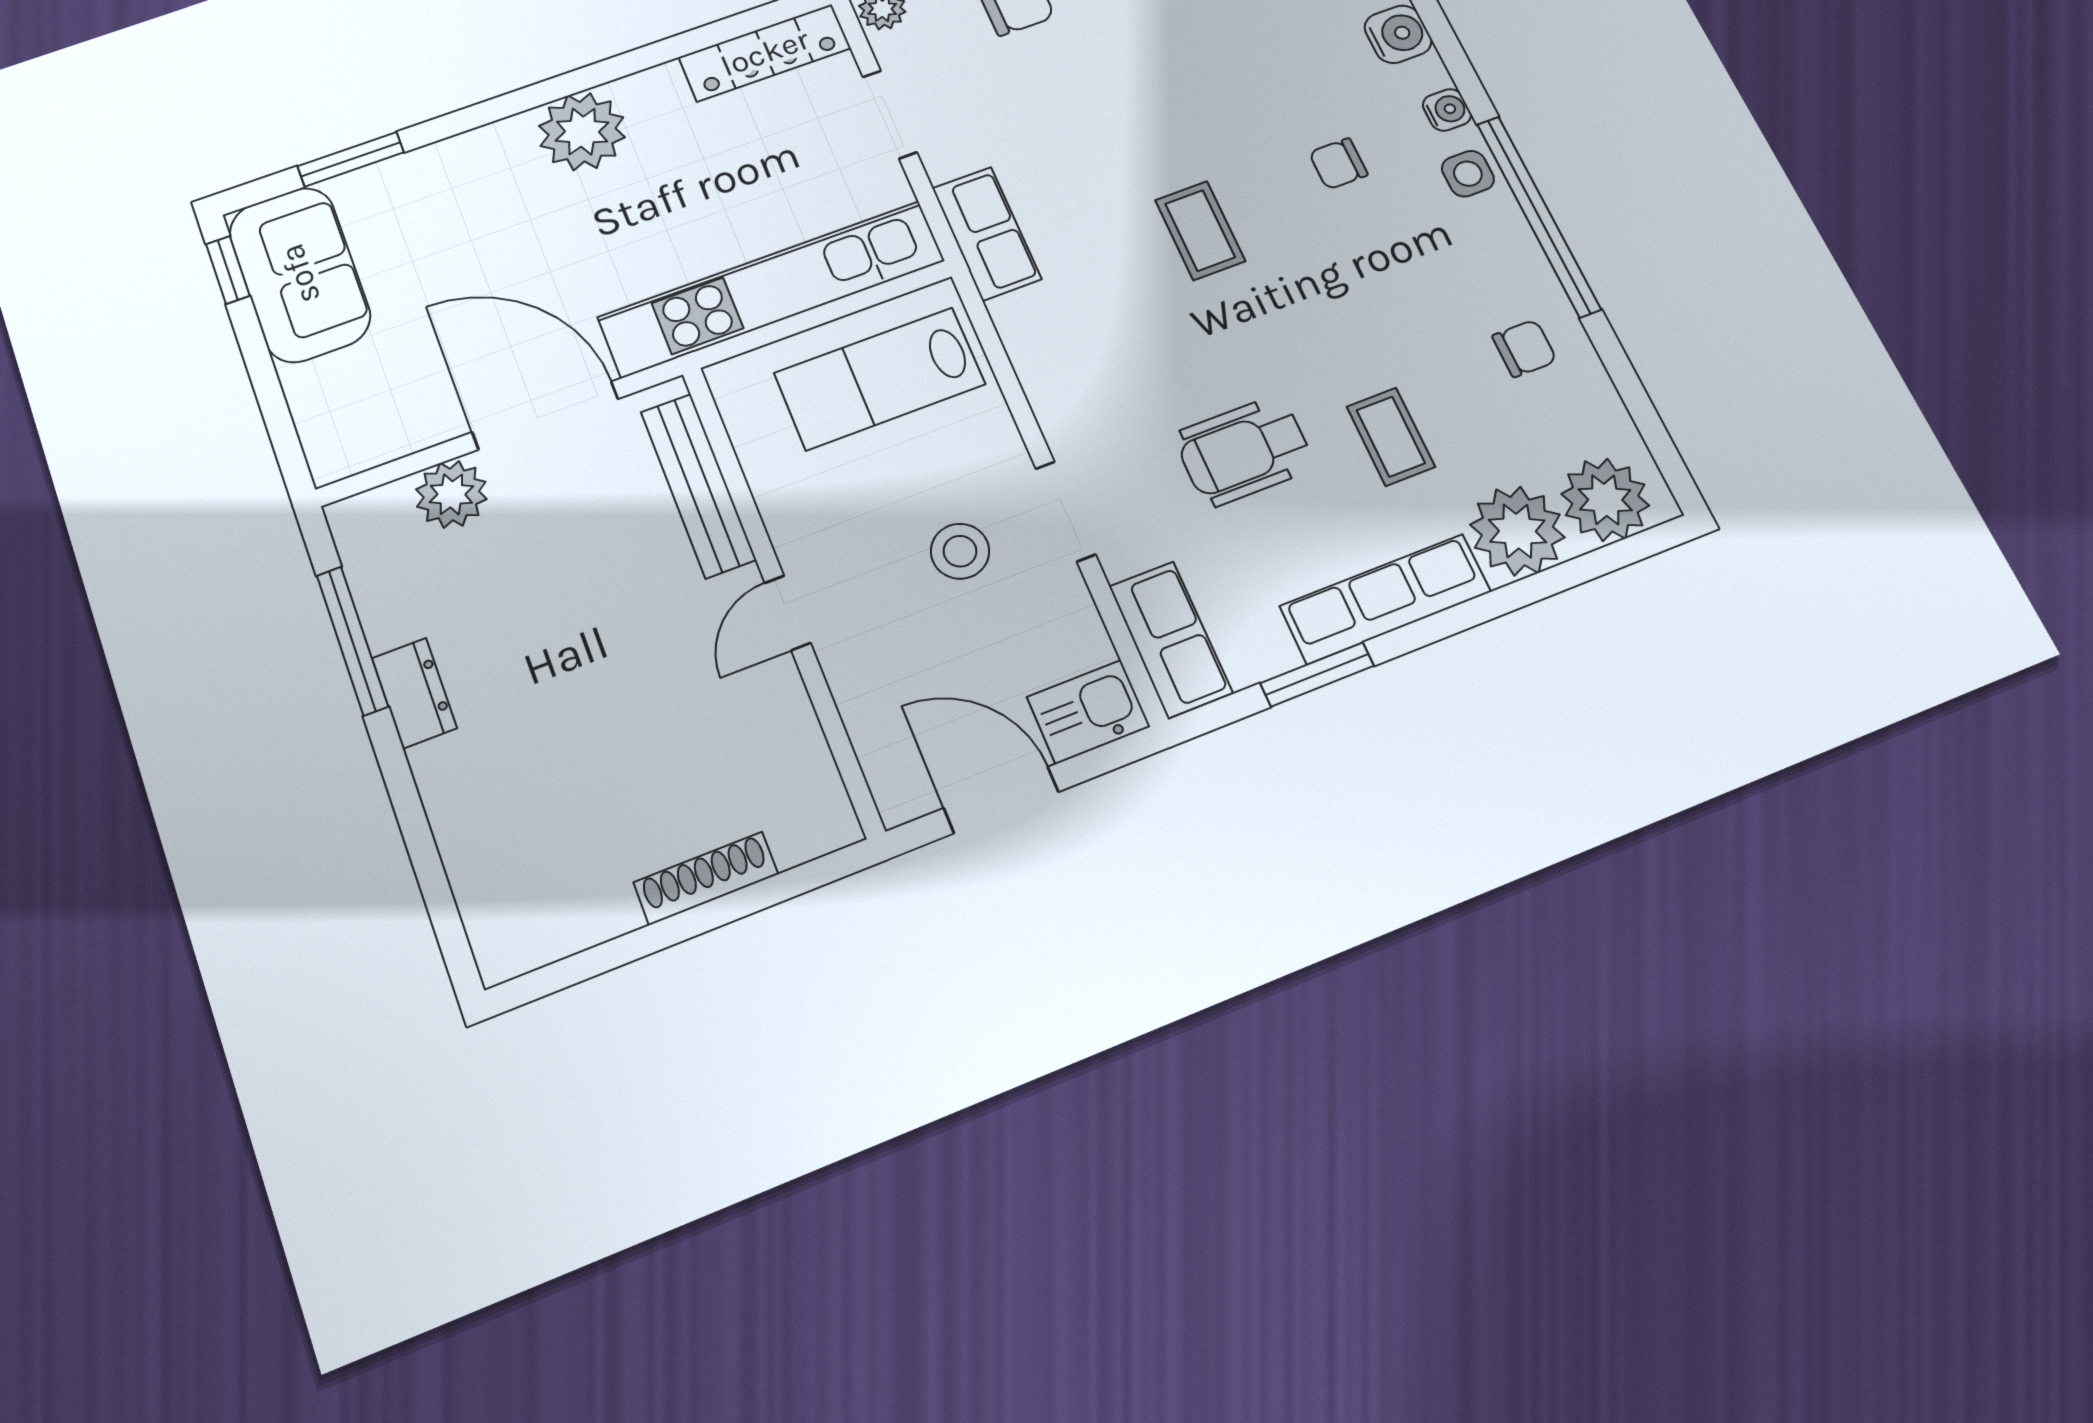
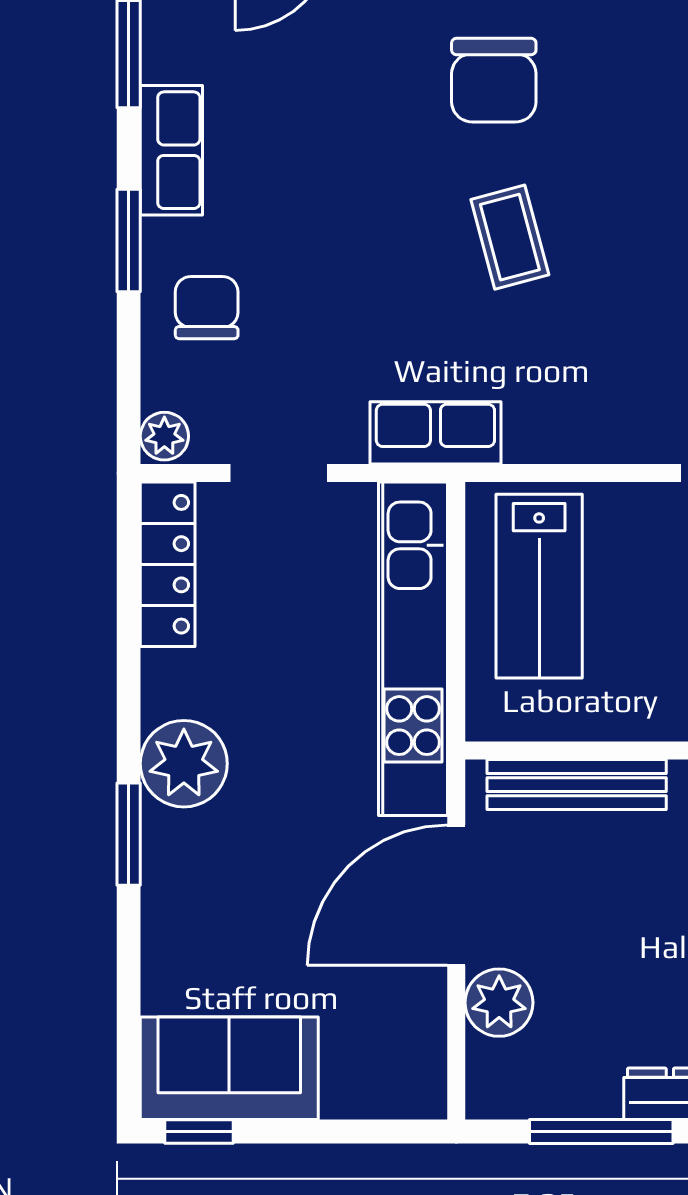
window: (351, 159) -> (129, 834), moved
chair: (1338, 164) -> (494, 80), width x1.87, depth x1.87
coffee table: (1200, 231) -> (510, 237), turned 75

